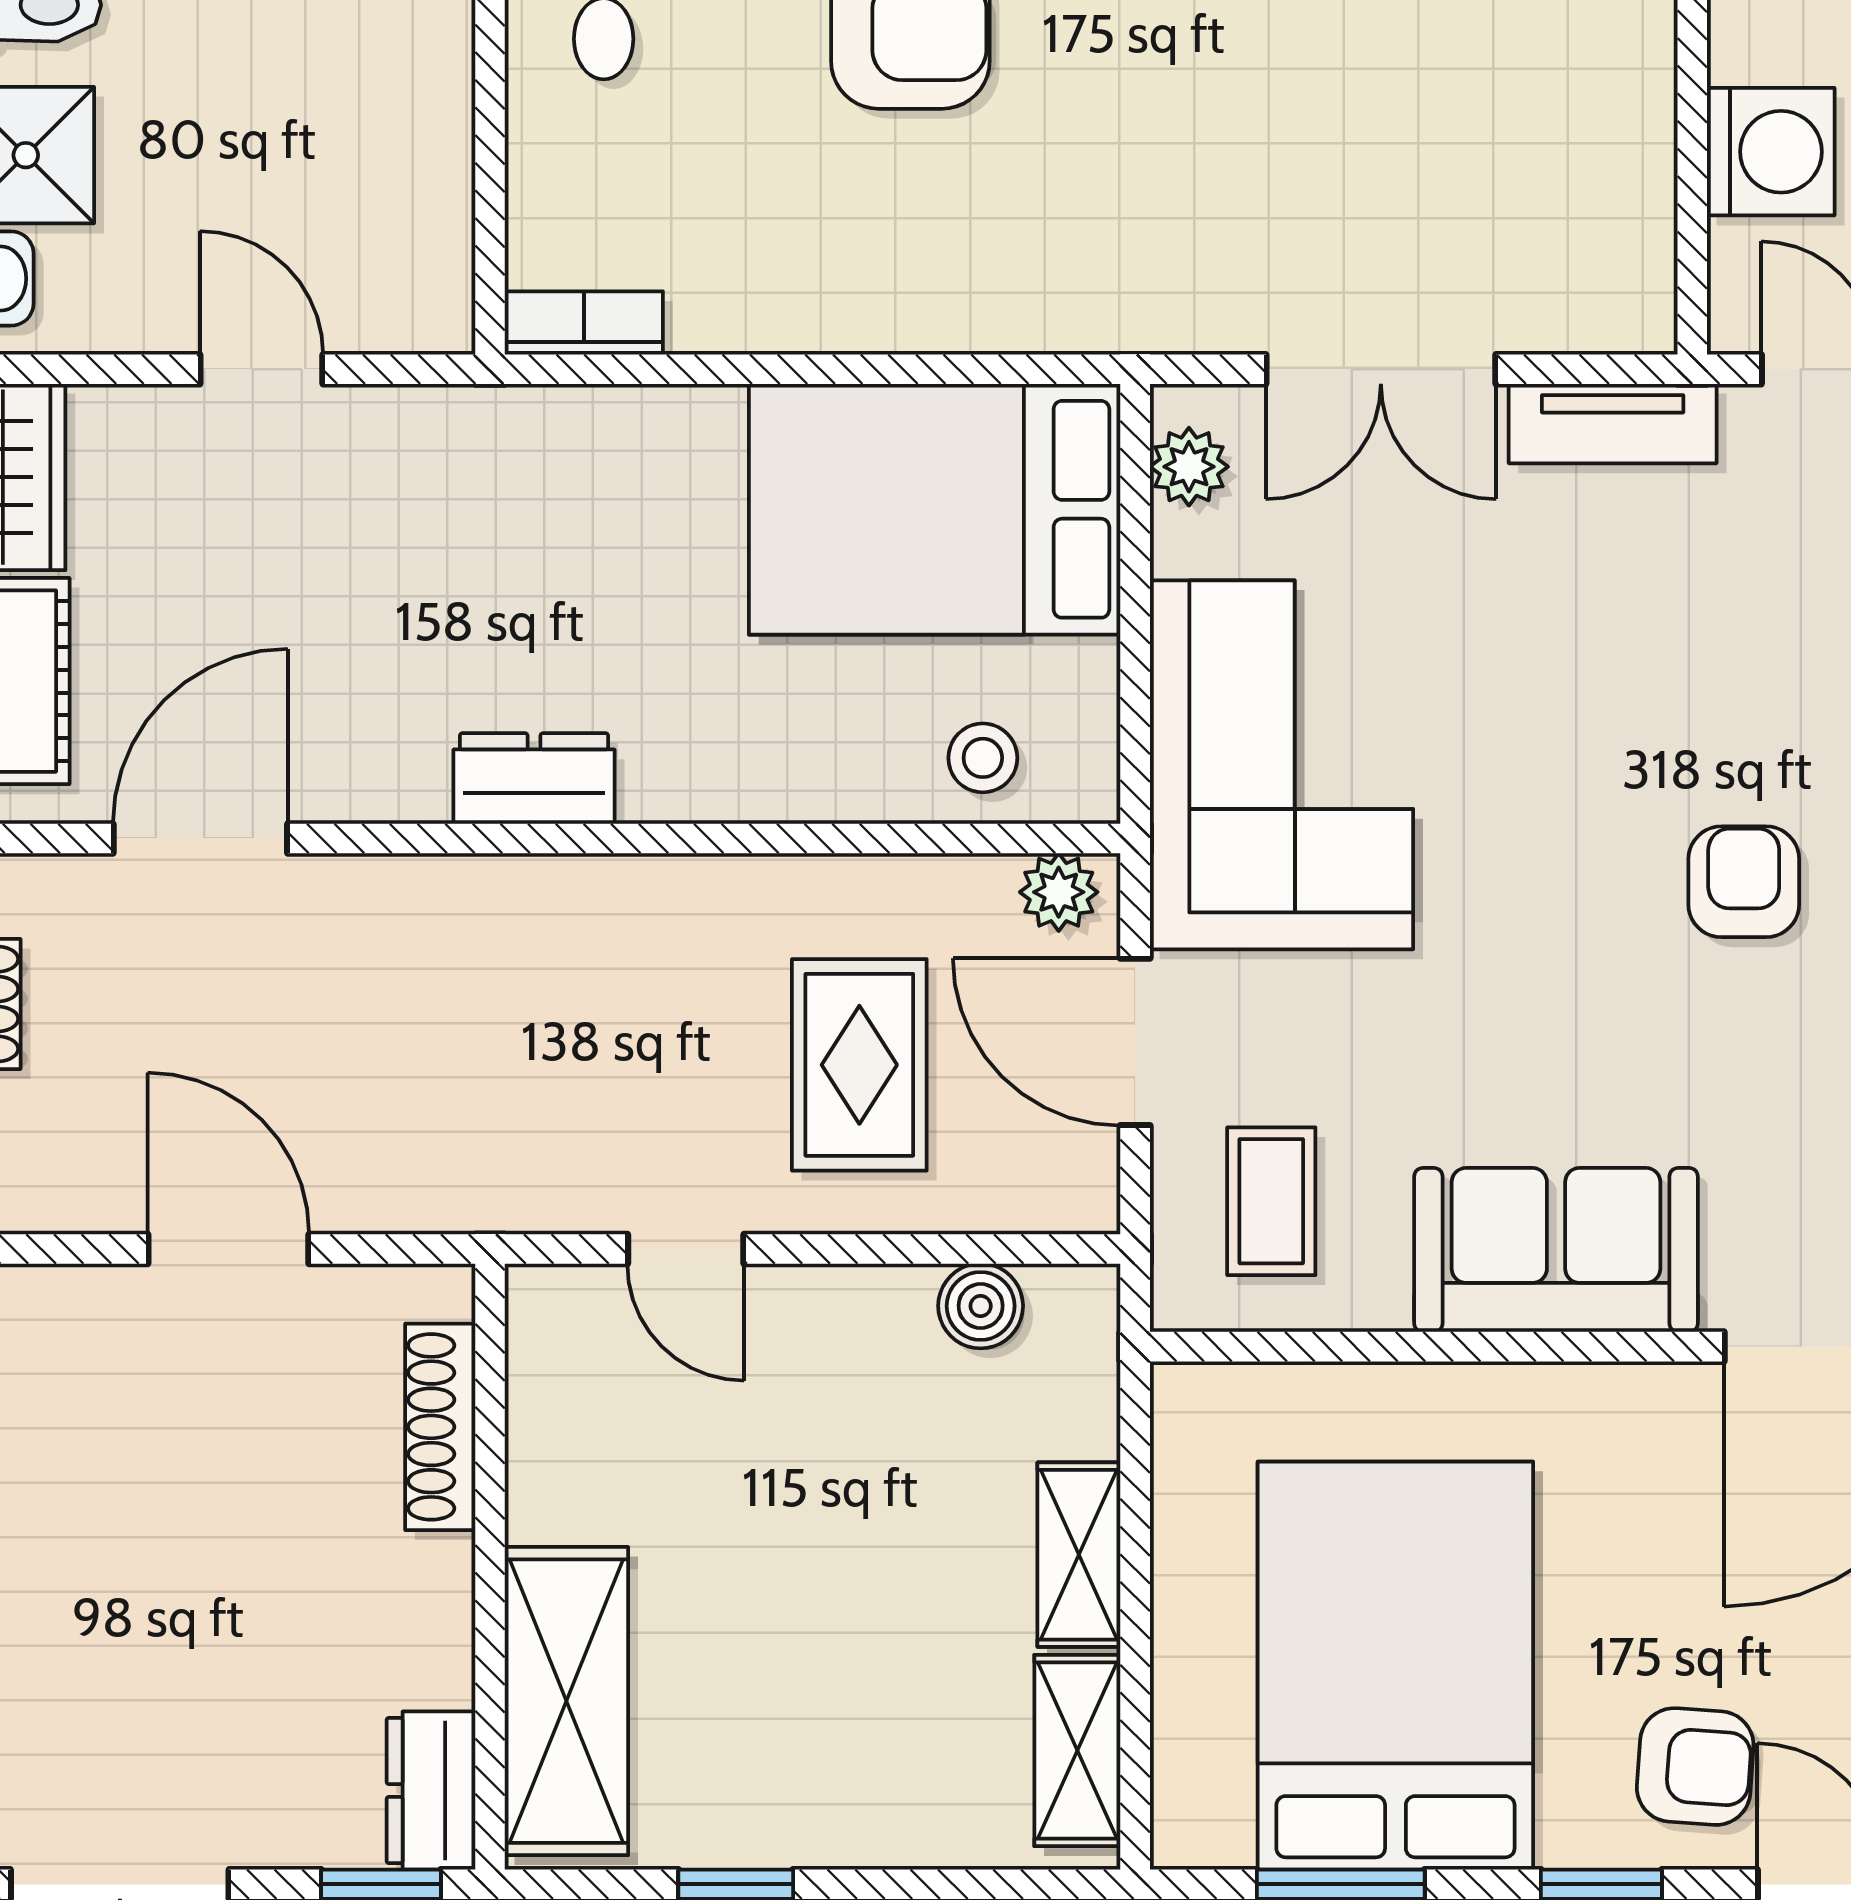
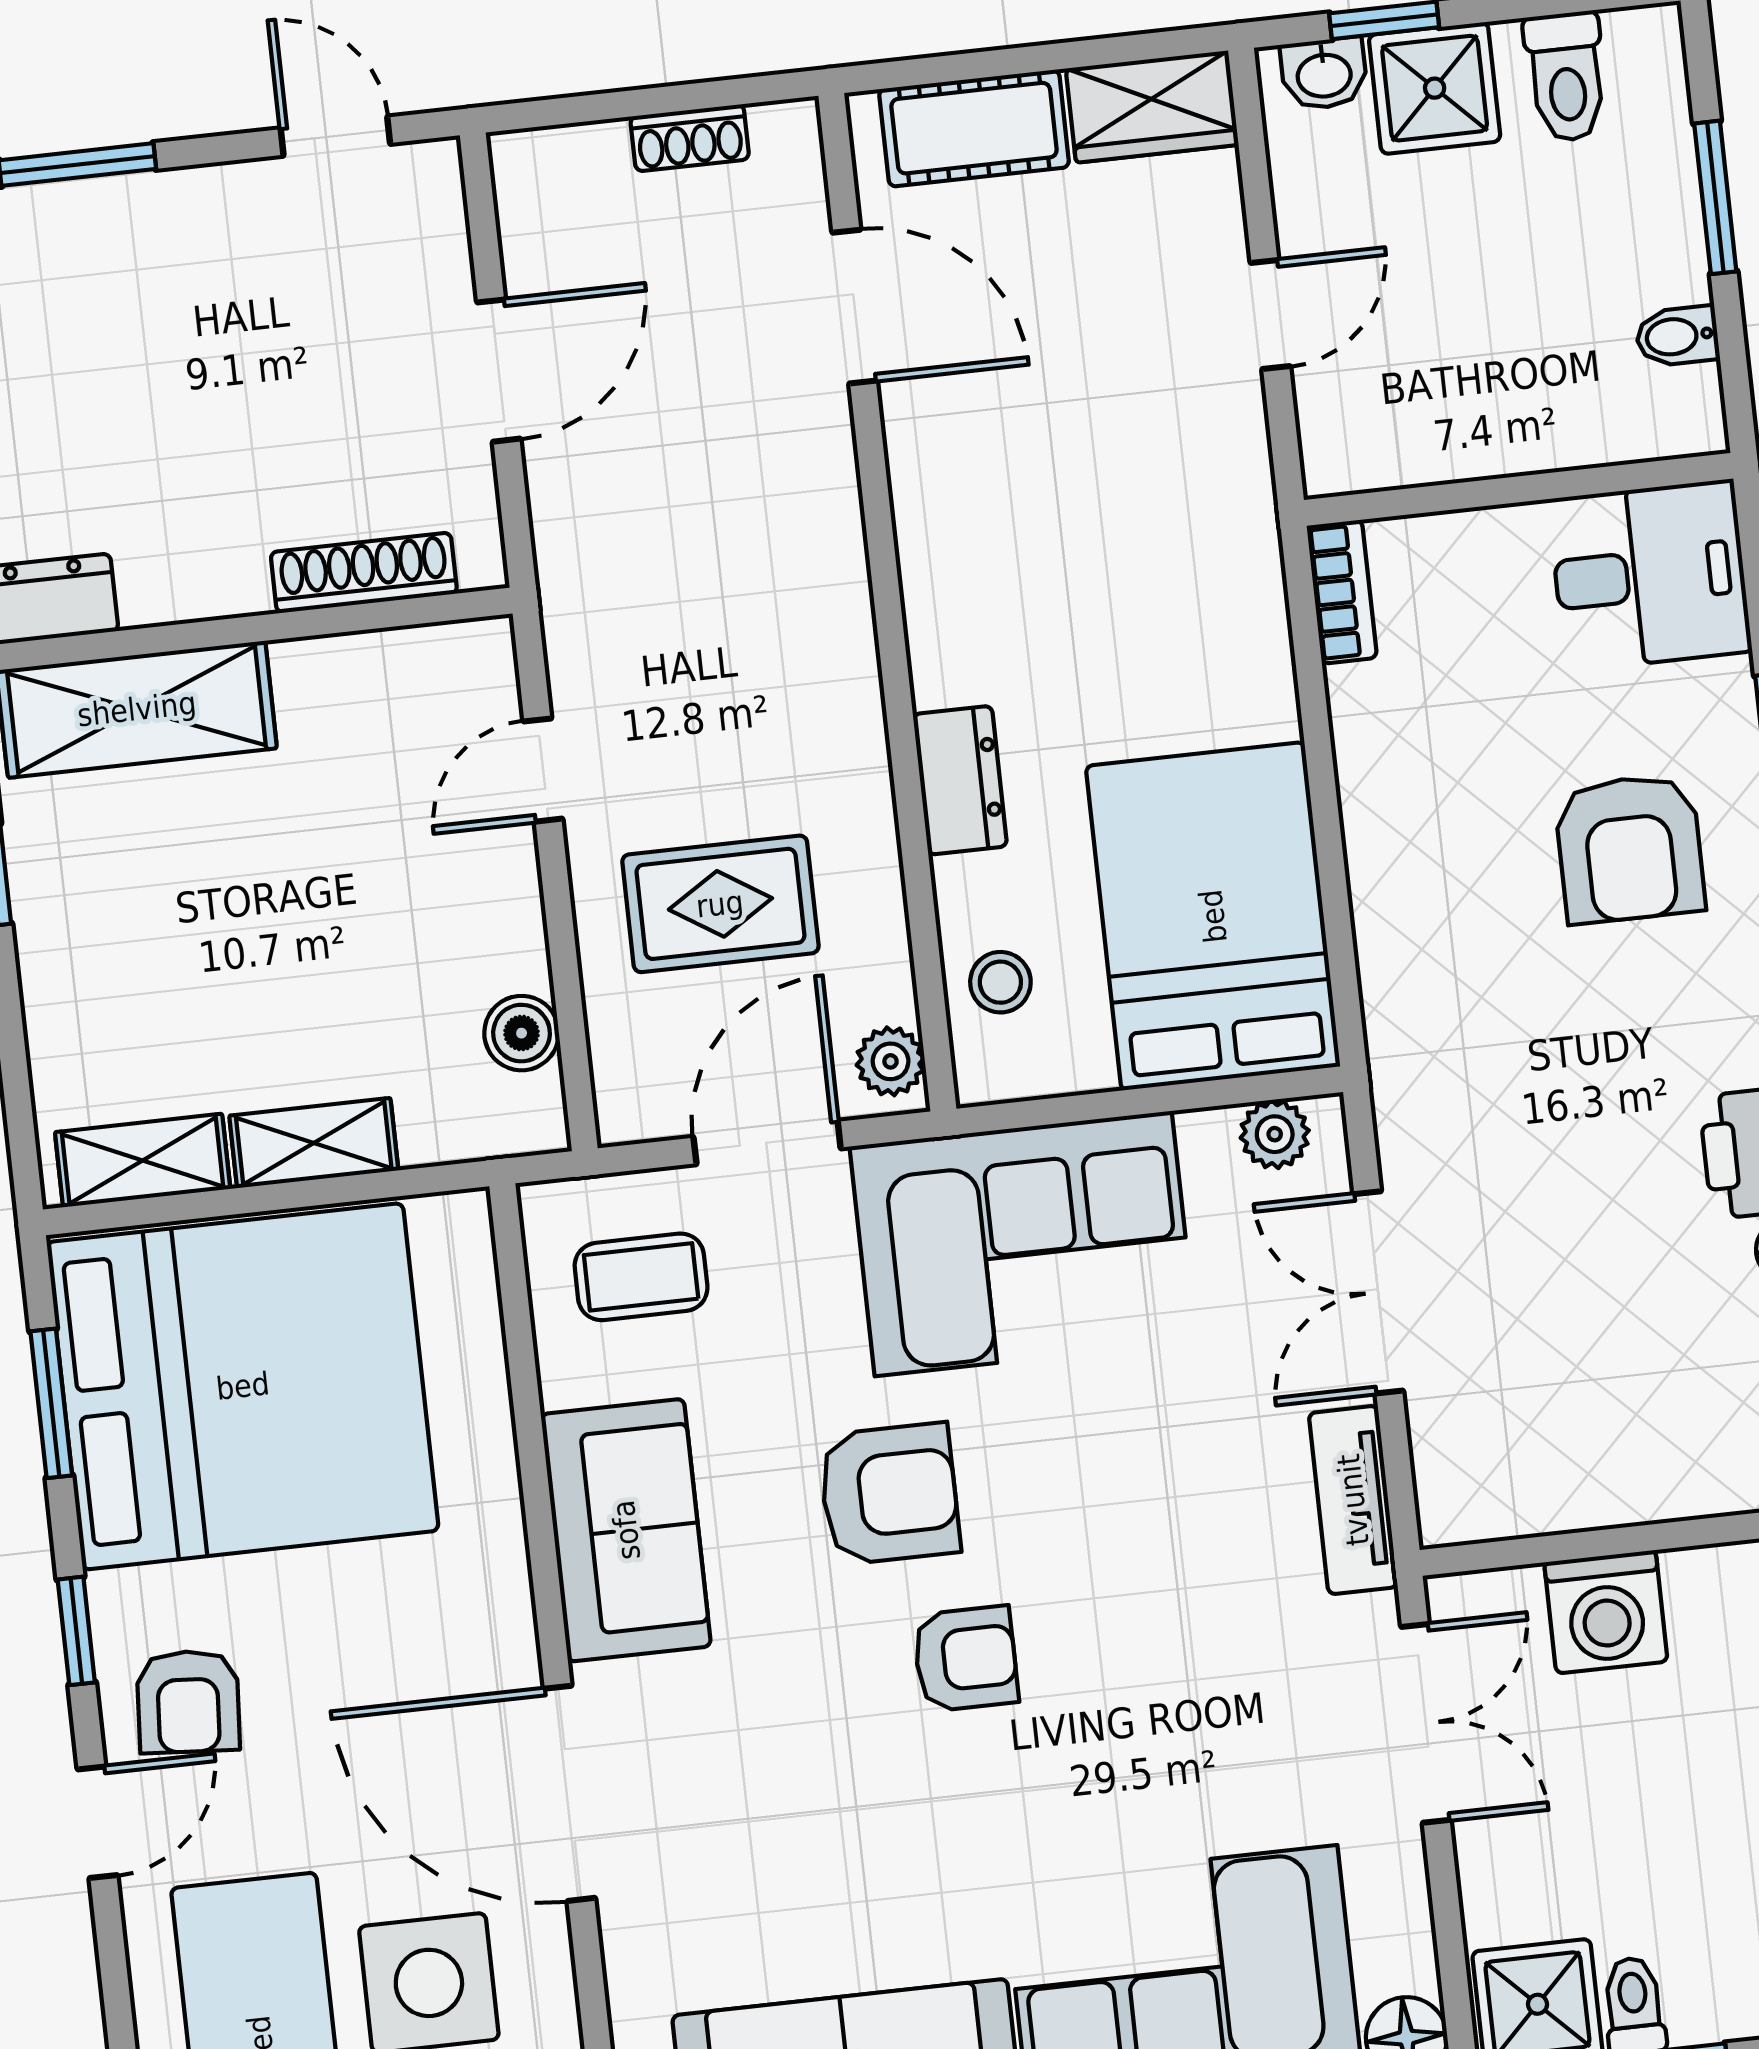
dresser: (534, 778) -> (960, 780), moved
armchair: (1548, 948) -> (889, 1494), added
bed: (1395, 1666) -> (243, 1386), width x1.36

